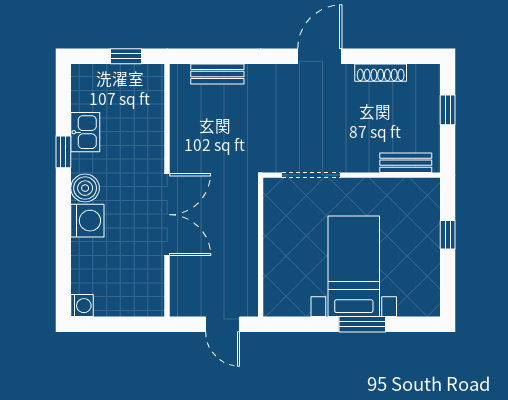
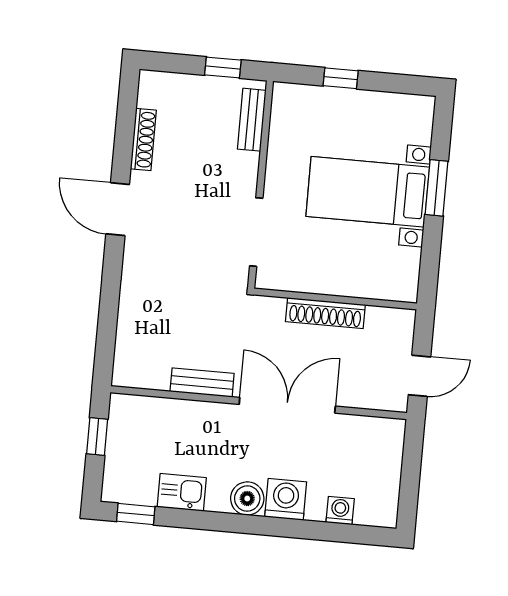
bench: (217, 74) -> (202, 383), moved, turned 90
window: (448, 110) -> (223, 67), moved
window: (63, 152) -> (136, 514), moved
shoe rack: (248, 240) -> (325, 313), added
washing machine: (82, 306) -> (340, 511), moved
door: (223, 324) -> (419, 376), moved

